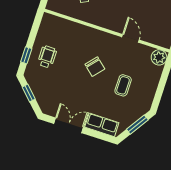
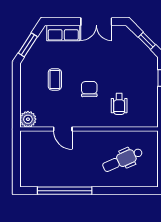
wheelchair: (47, 57) -> (119, 104), moved
chair: (95, 67) -> (89, 89), turned 48

